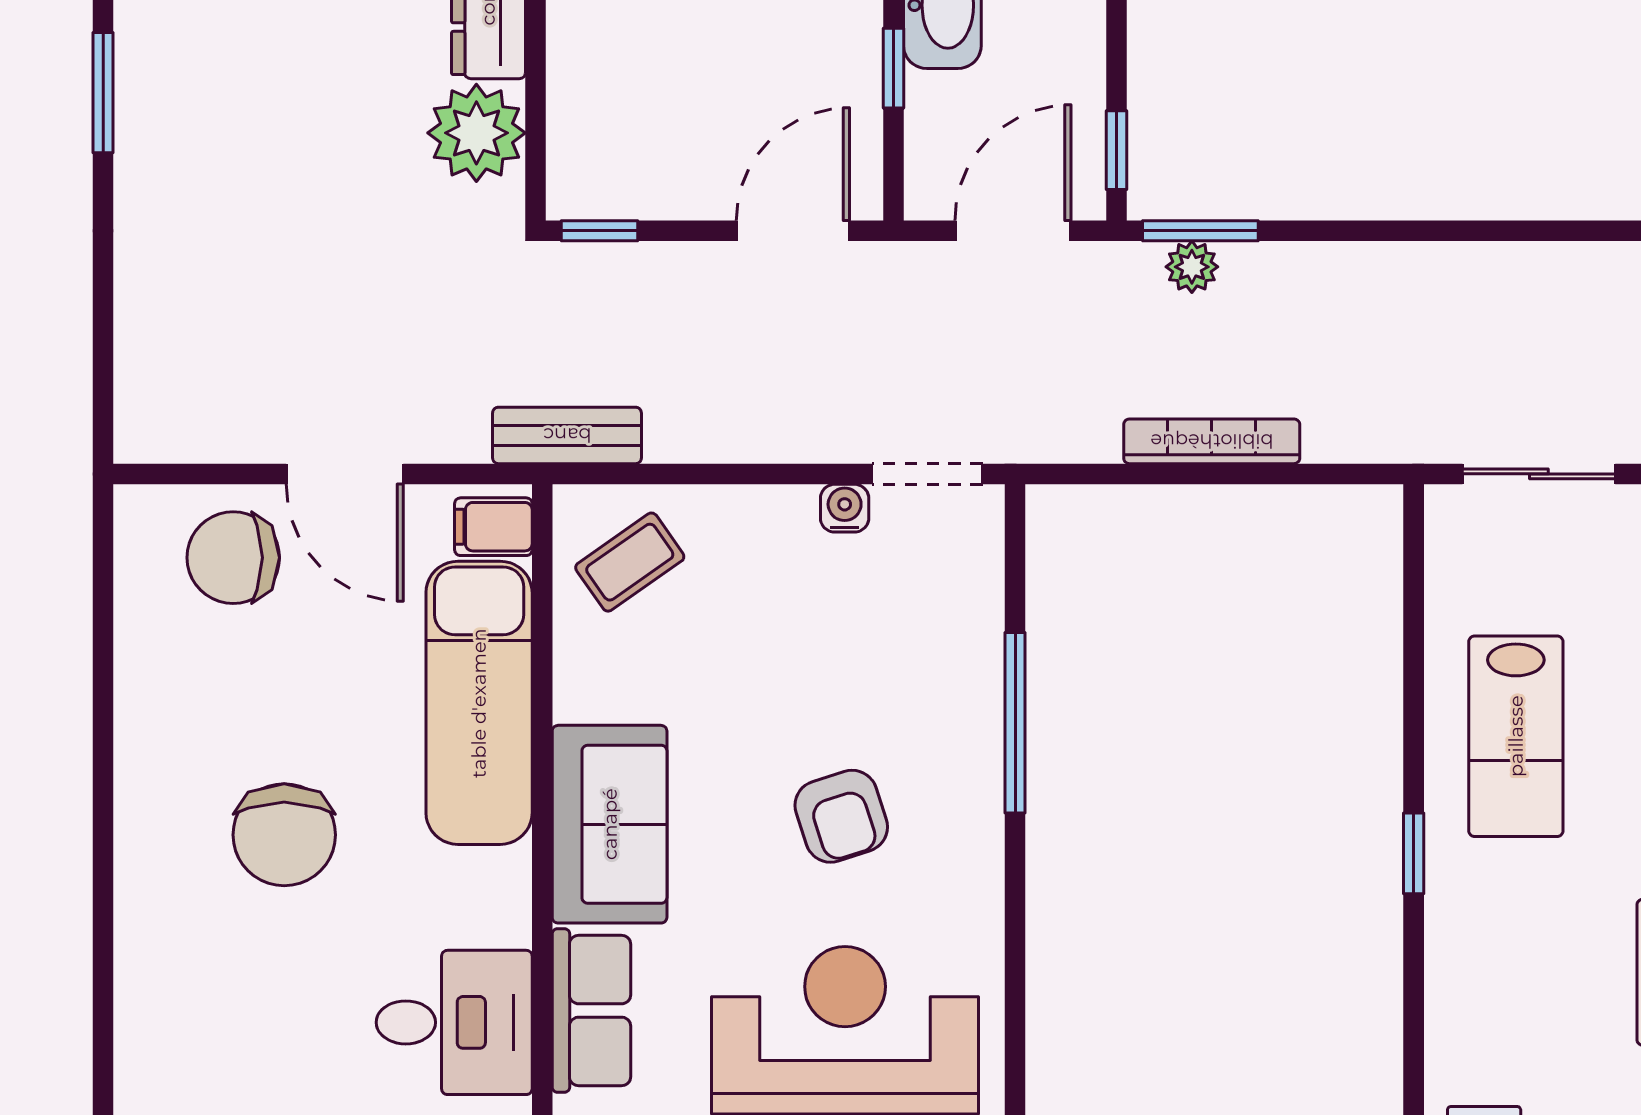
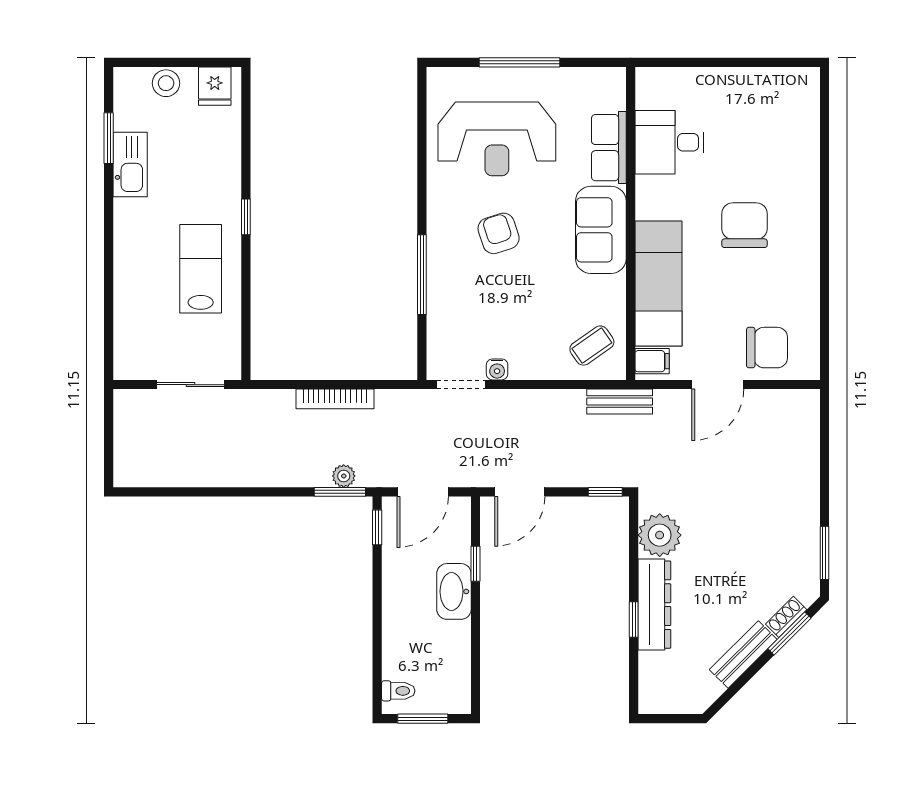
door: (345, 474) -> (718, 385), swing flipped

